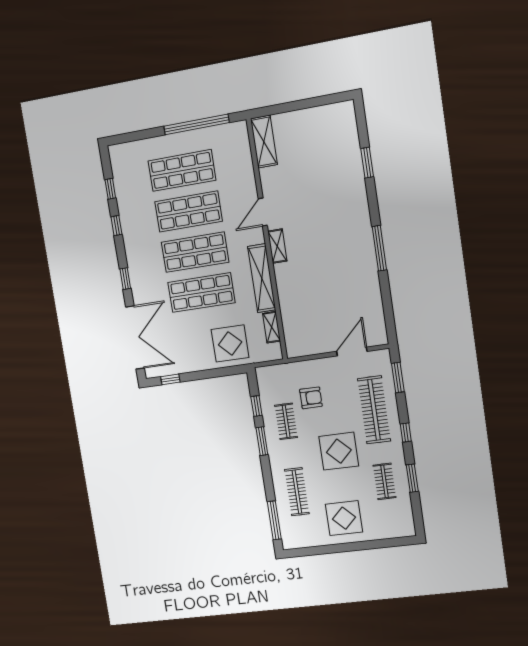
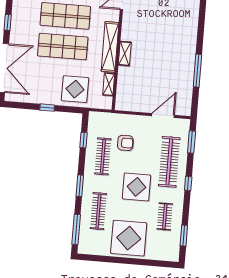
shelving: (277, 246) -> (125, 54), moved
window: (379, 248) -> (197, 71), moved
window: (170, 379) -> (47, 108), moved
clothes rail: (286, 421) -> (103, 156), width x1.36
window: (262, 441) -> (80, 186), moved
window: (412, 478) -> (184, 236), moved
display table: (344, 518) -> (129, 238), width x1.36, depth x1.36

